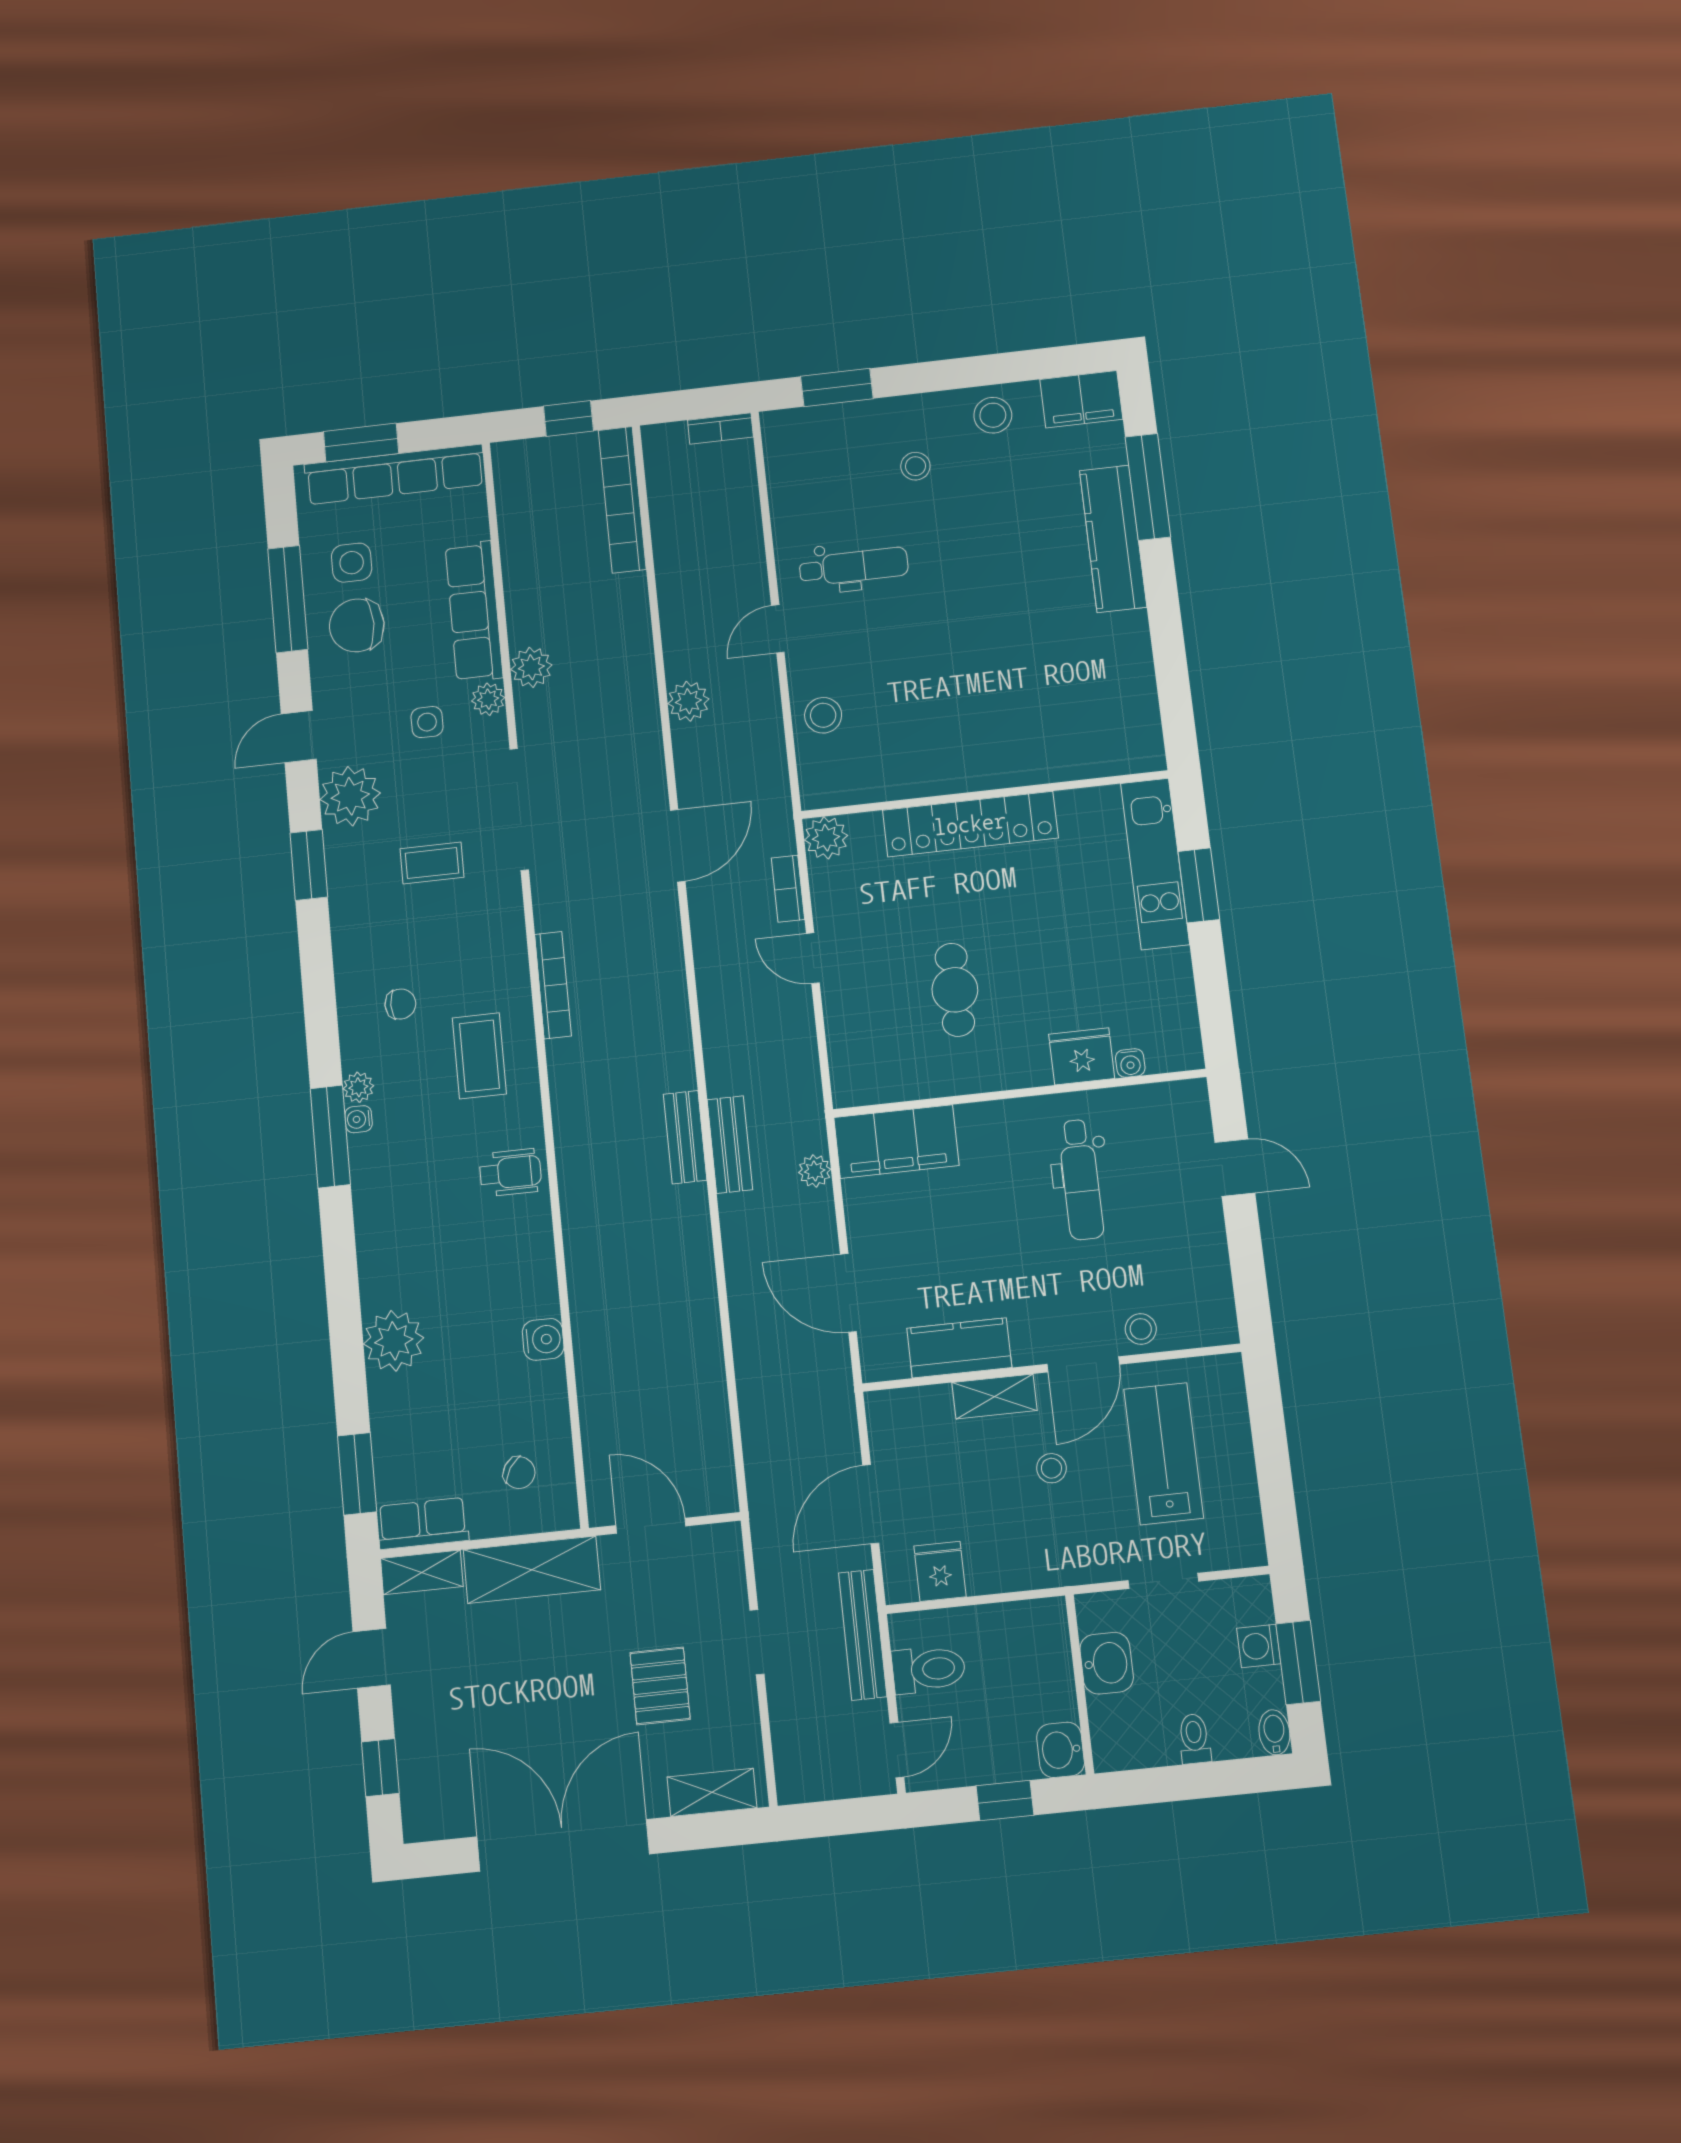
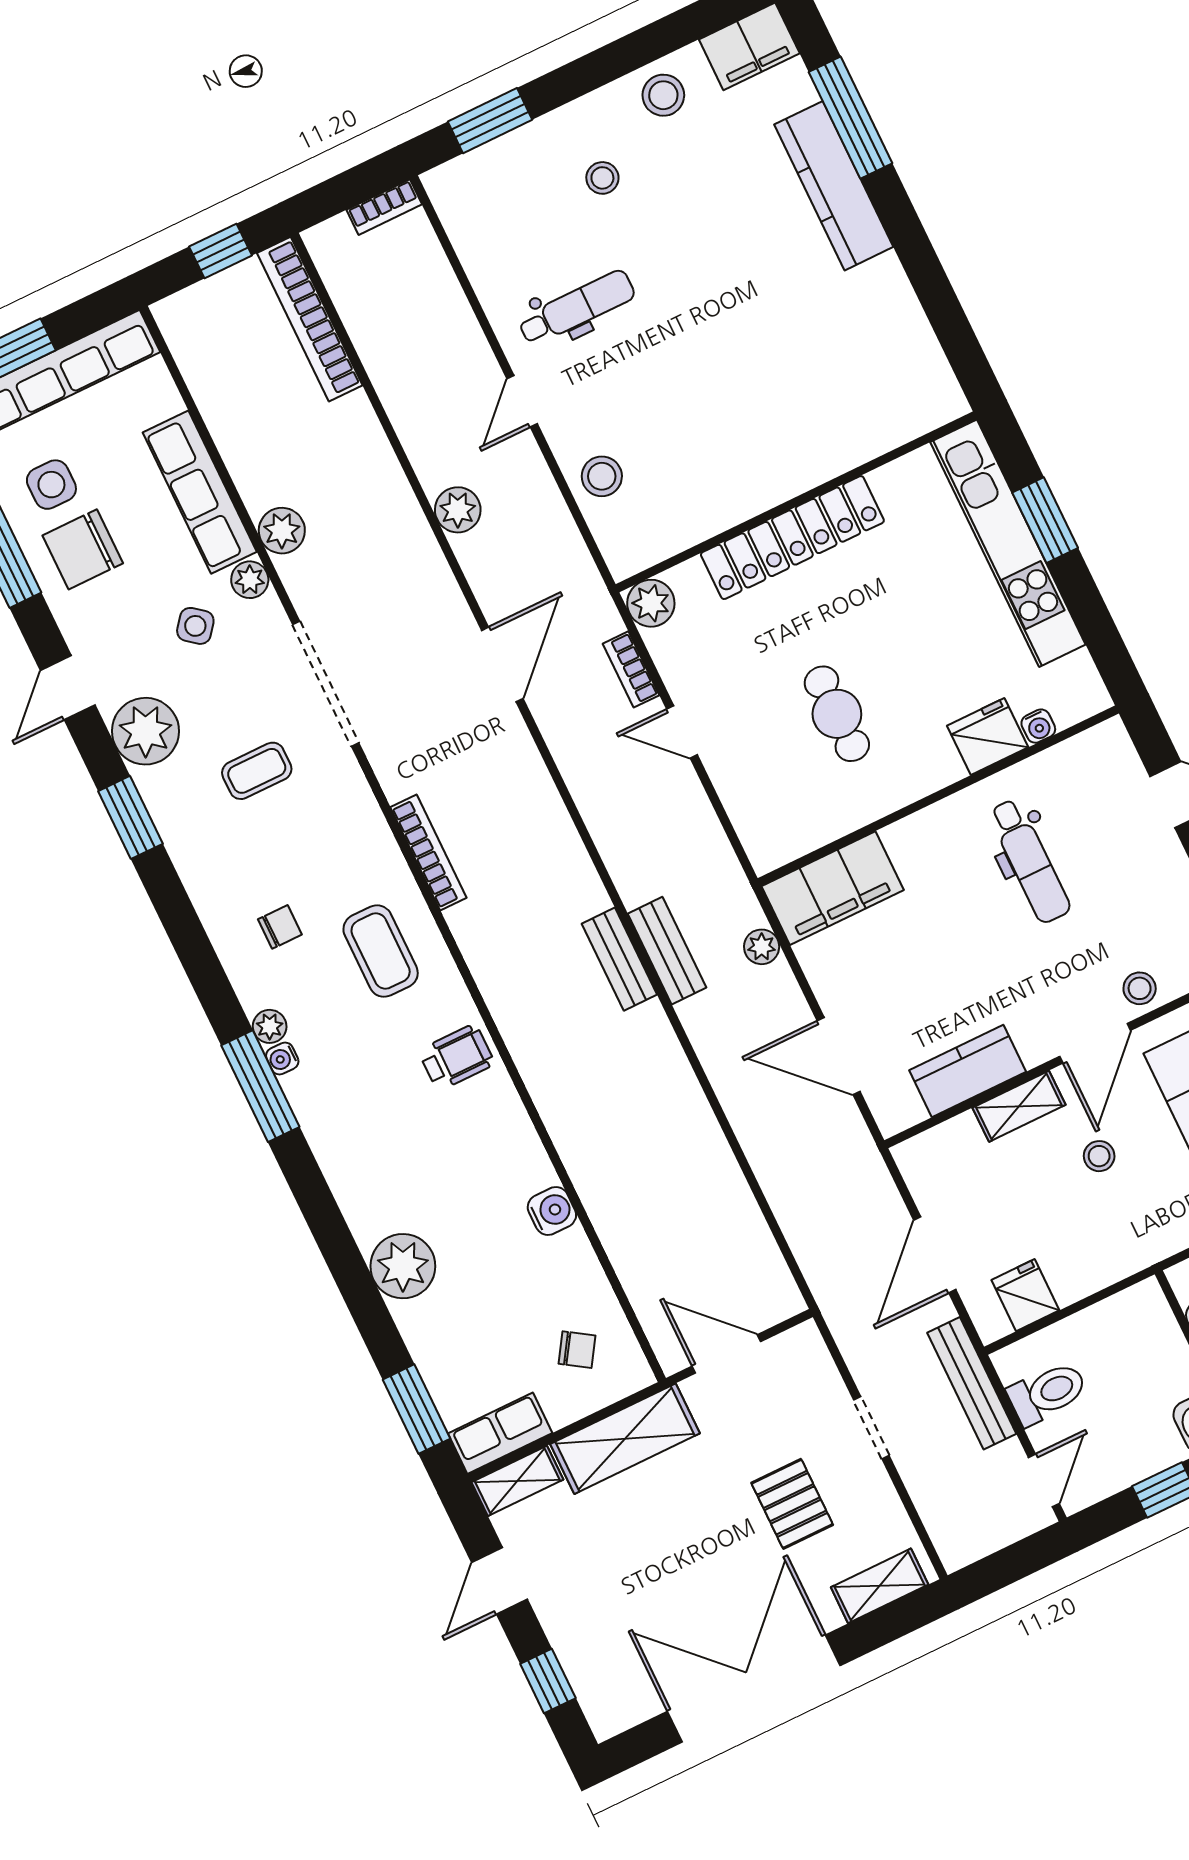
side table: (427, 722) -> (195, 626), turned 38
kitchen unit: (1155, 864) -> (1008, 543), width x1.36

